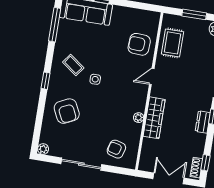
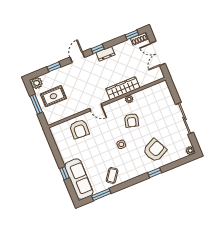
window: (55, 25) -> (101, 195), width x0.69
rug: (172, 43) -> (53, 96), moved
coffee table: (73, 65) -> (112, 175), moved
window: (45, 81) -> (155, 173), moved
armchair: (116, 149) -> (132, 120), moved

